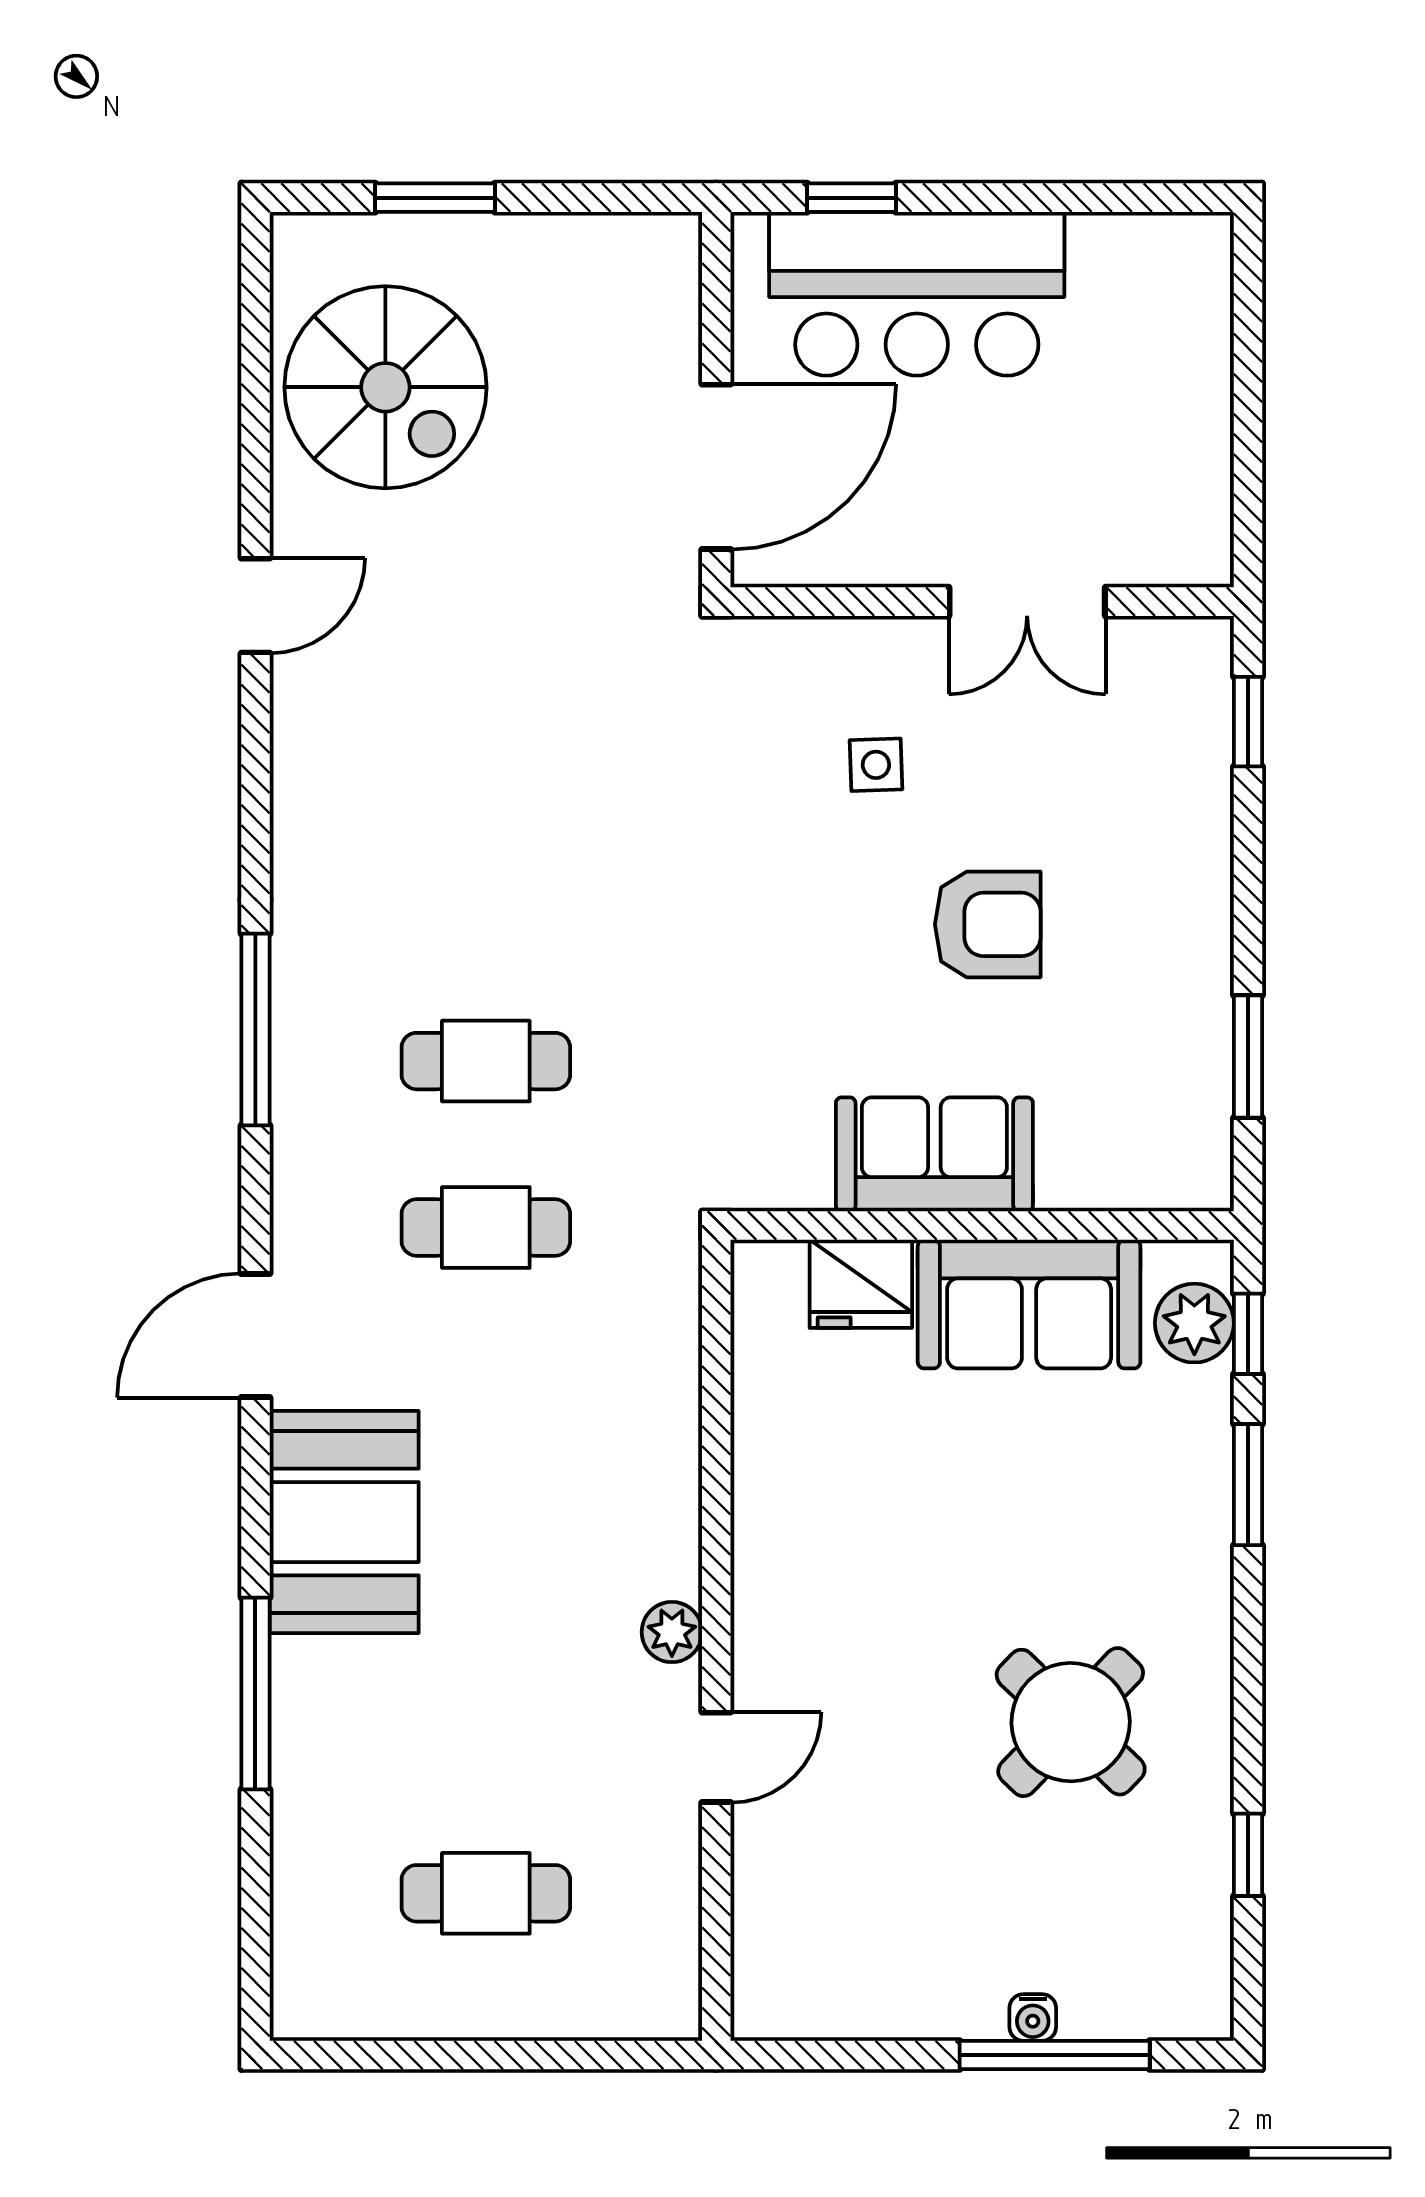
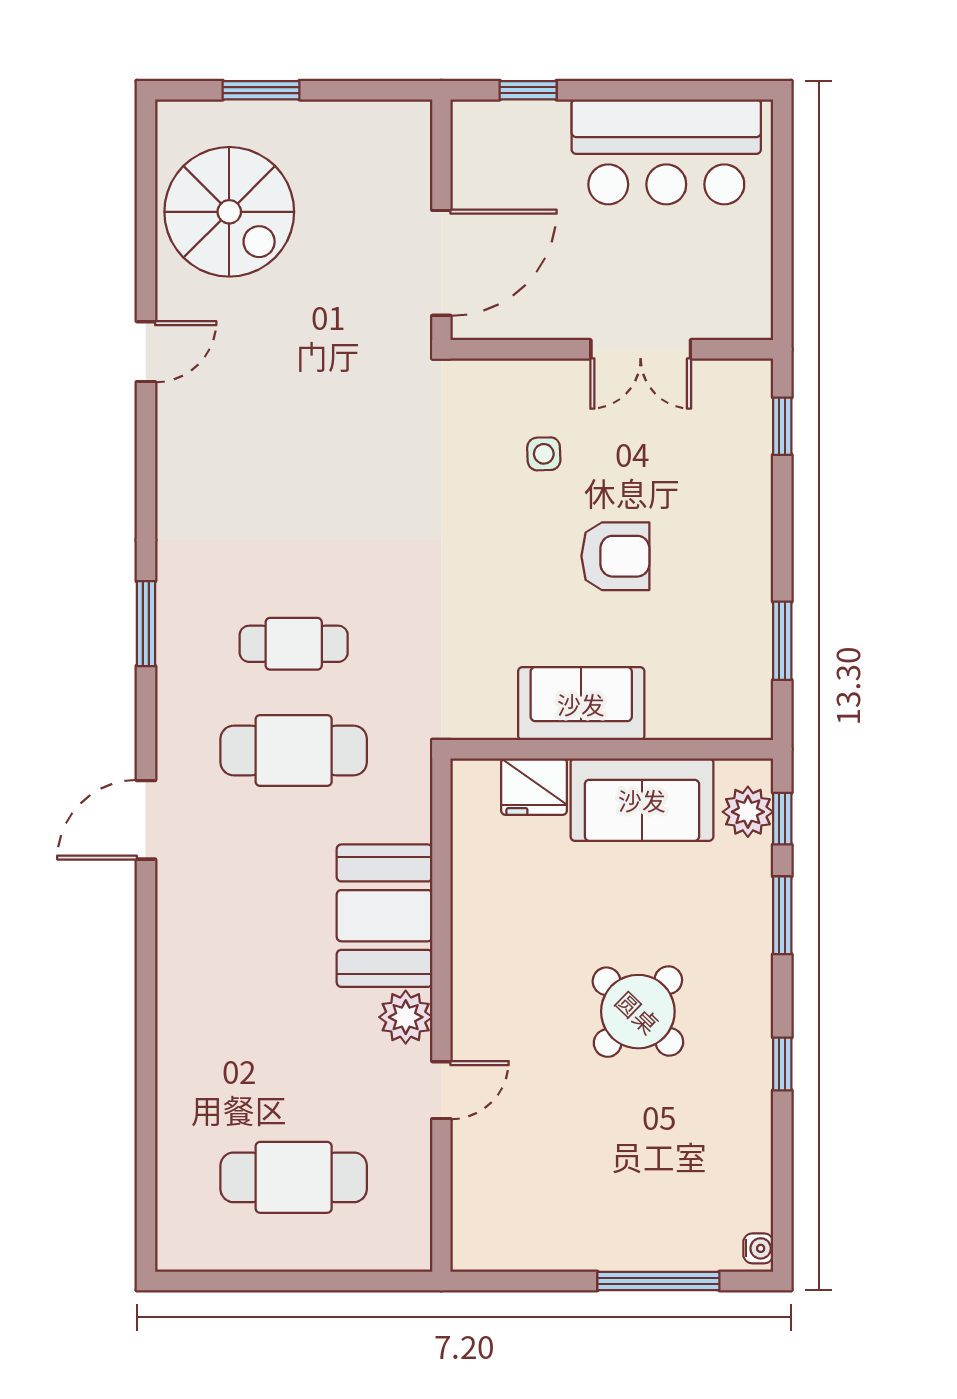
bar counter: (917, 294) -> (666, 152), moved
window: (255, 1030) -> (146, 624), width x0.69
cafe table: (486, 1228) -> (294, 750), width x1.37, depth x1.35
booth: (344, 1522) -> (385, 916), moved
plant: (672, 1632) -> (406, 1017), width x1.38, depth x1.38
window: (255, 1694) -> (146, 1049), removed
round table: (1071, 1722) -> (638, 1012), moved
window: (1248, 1855) -> (782, 1064), moved
cafe table: (486, 1893) -> (294, 1177), width x1.37, depth x1.35
water cooler: (1033, 2017) -> (758, 1248), moved, turned -90

